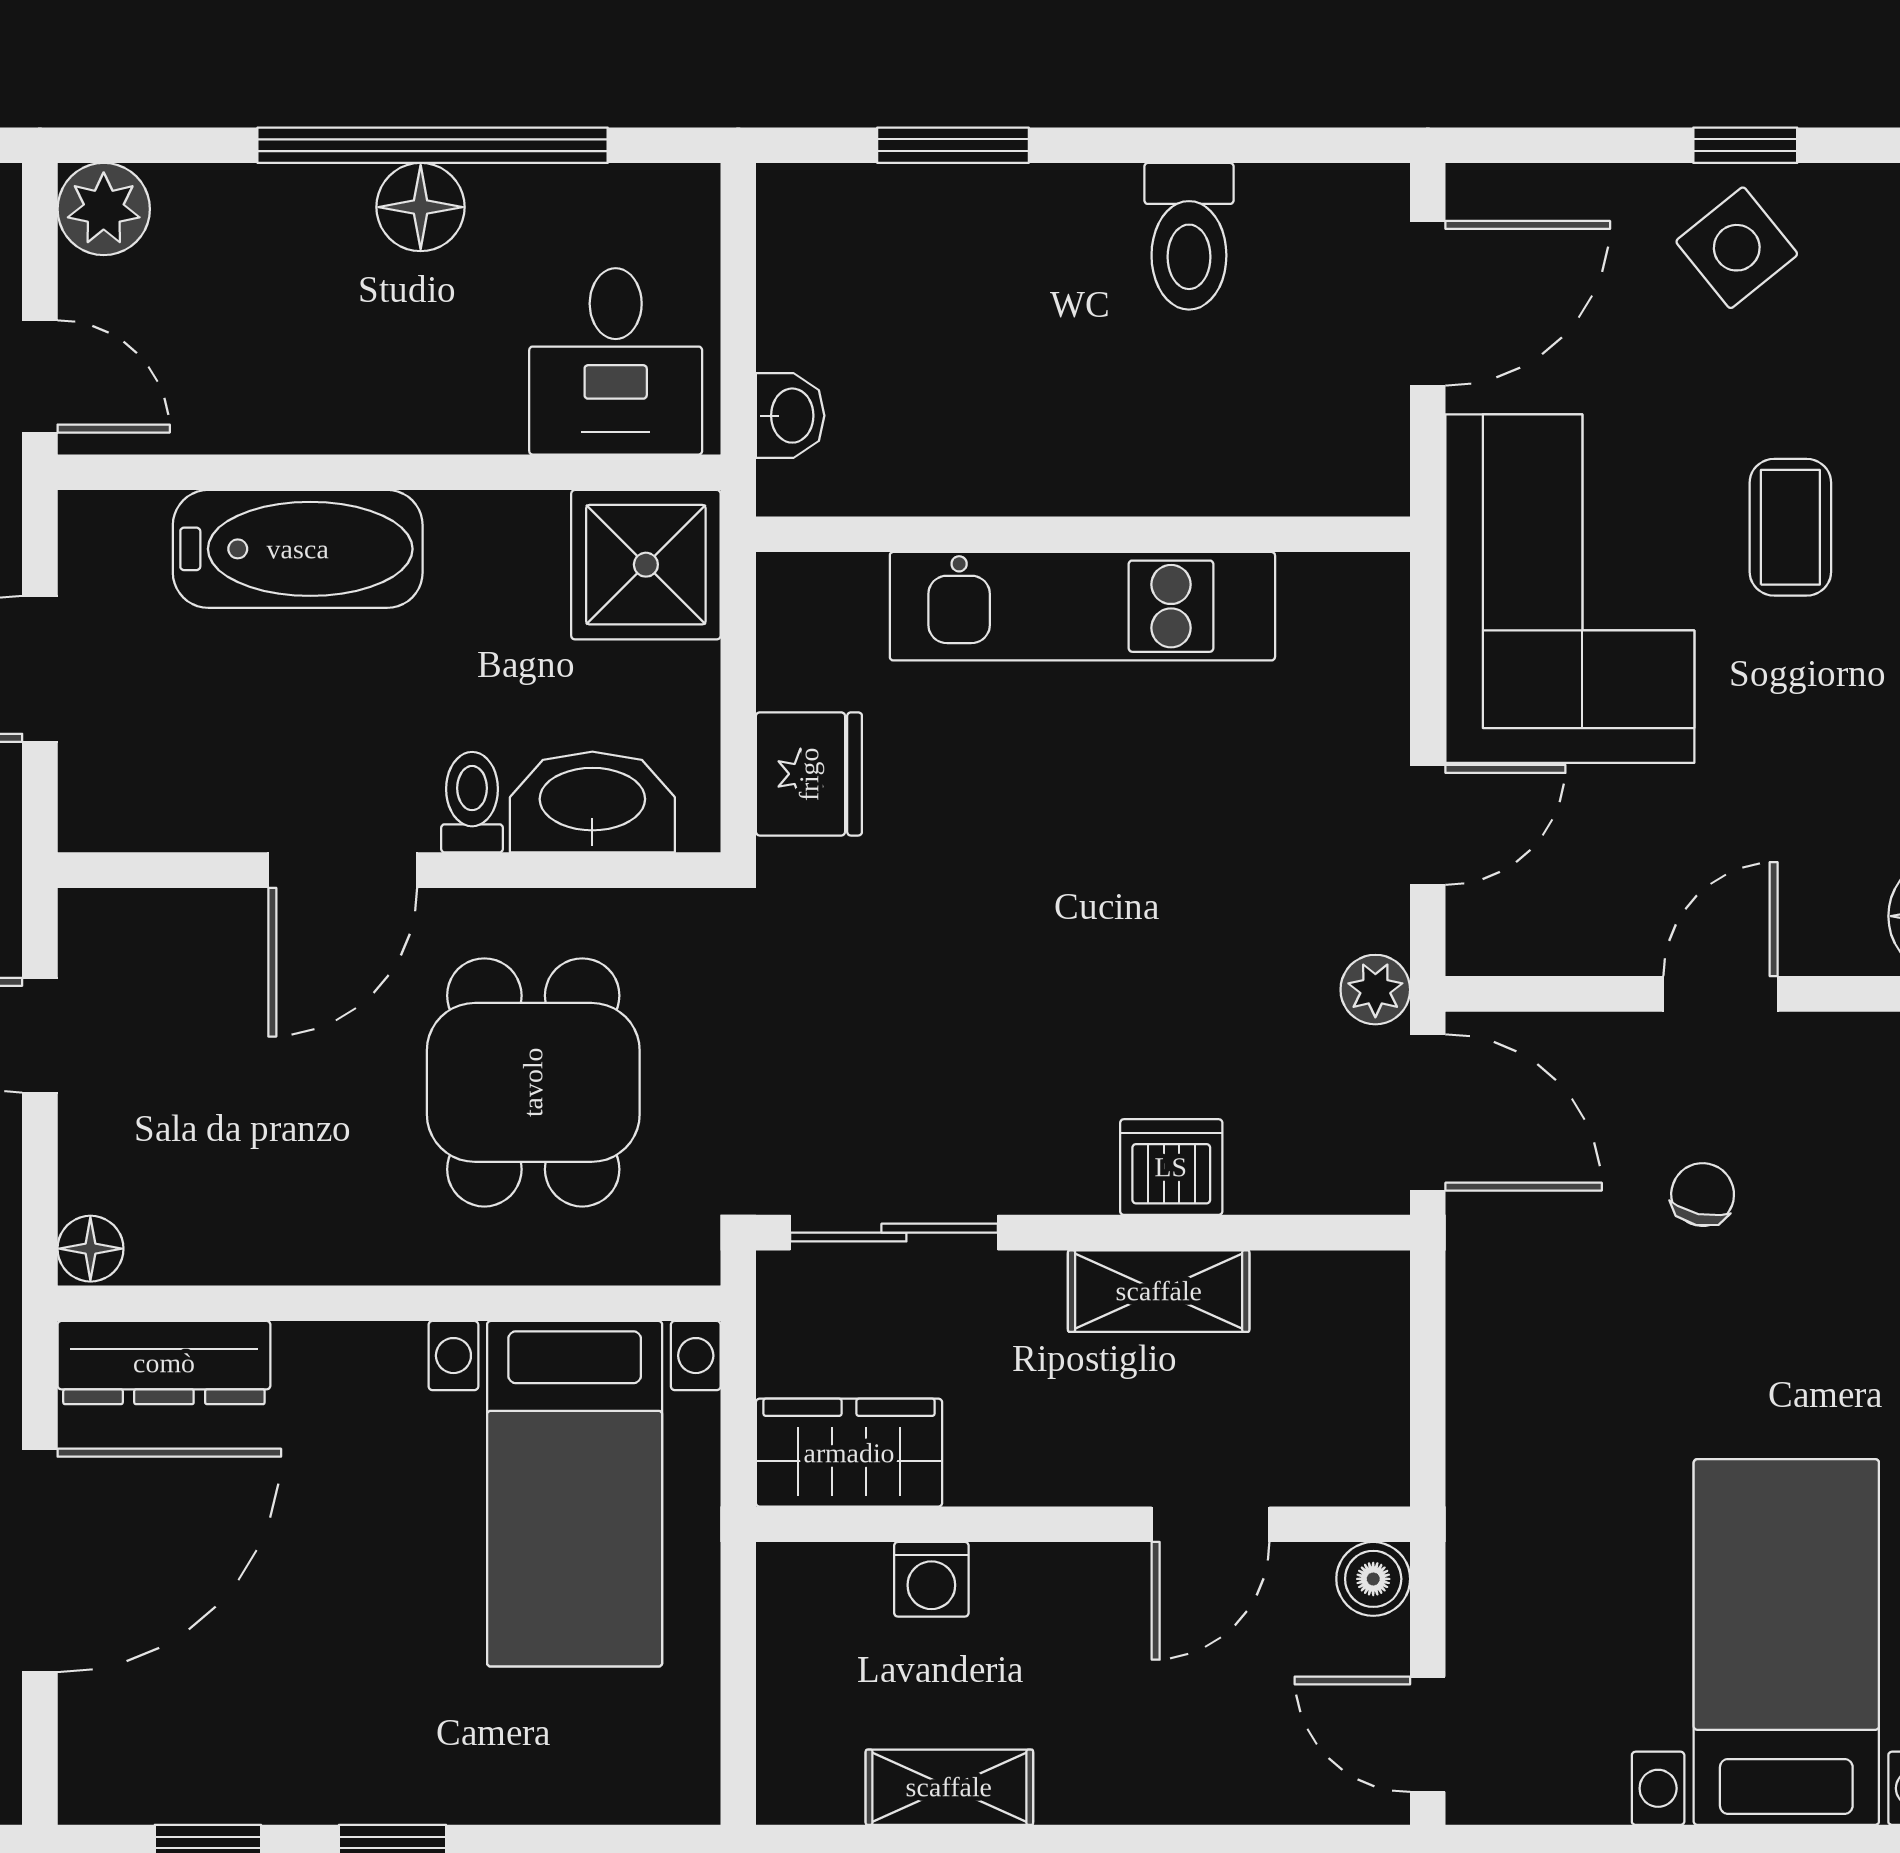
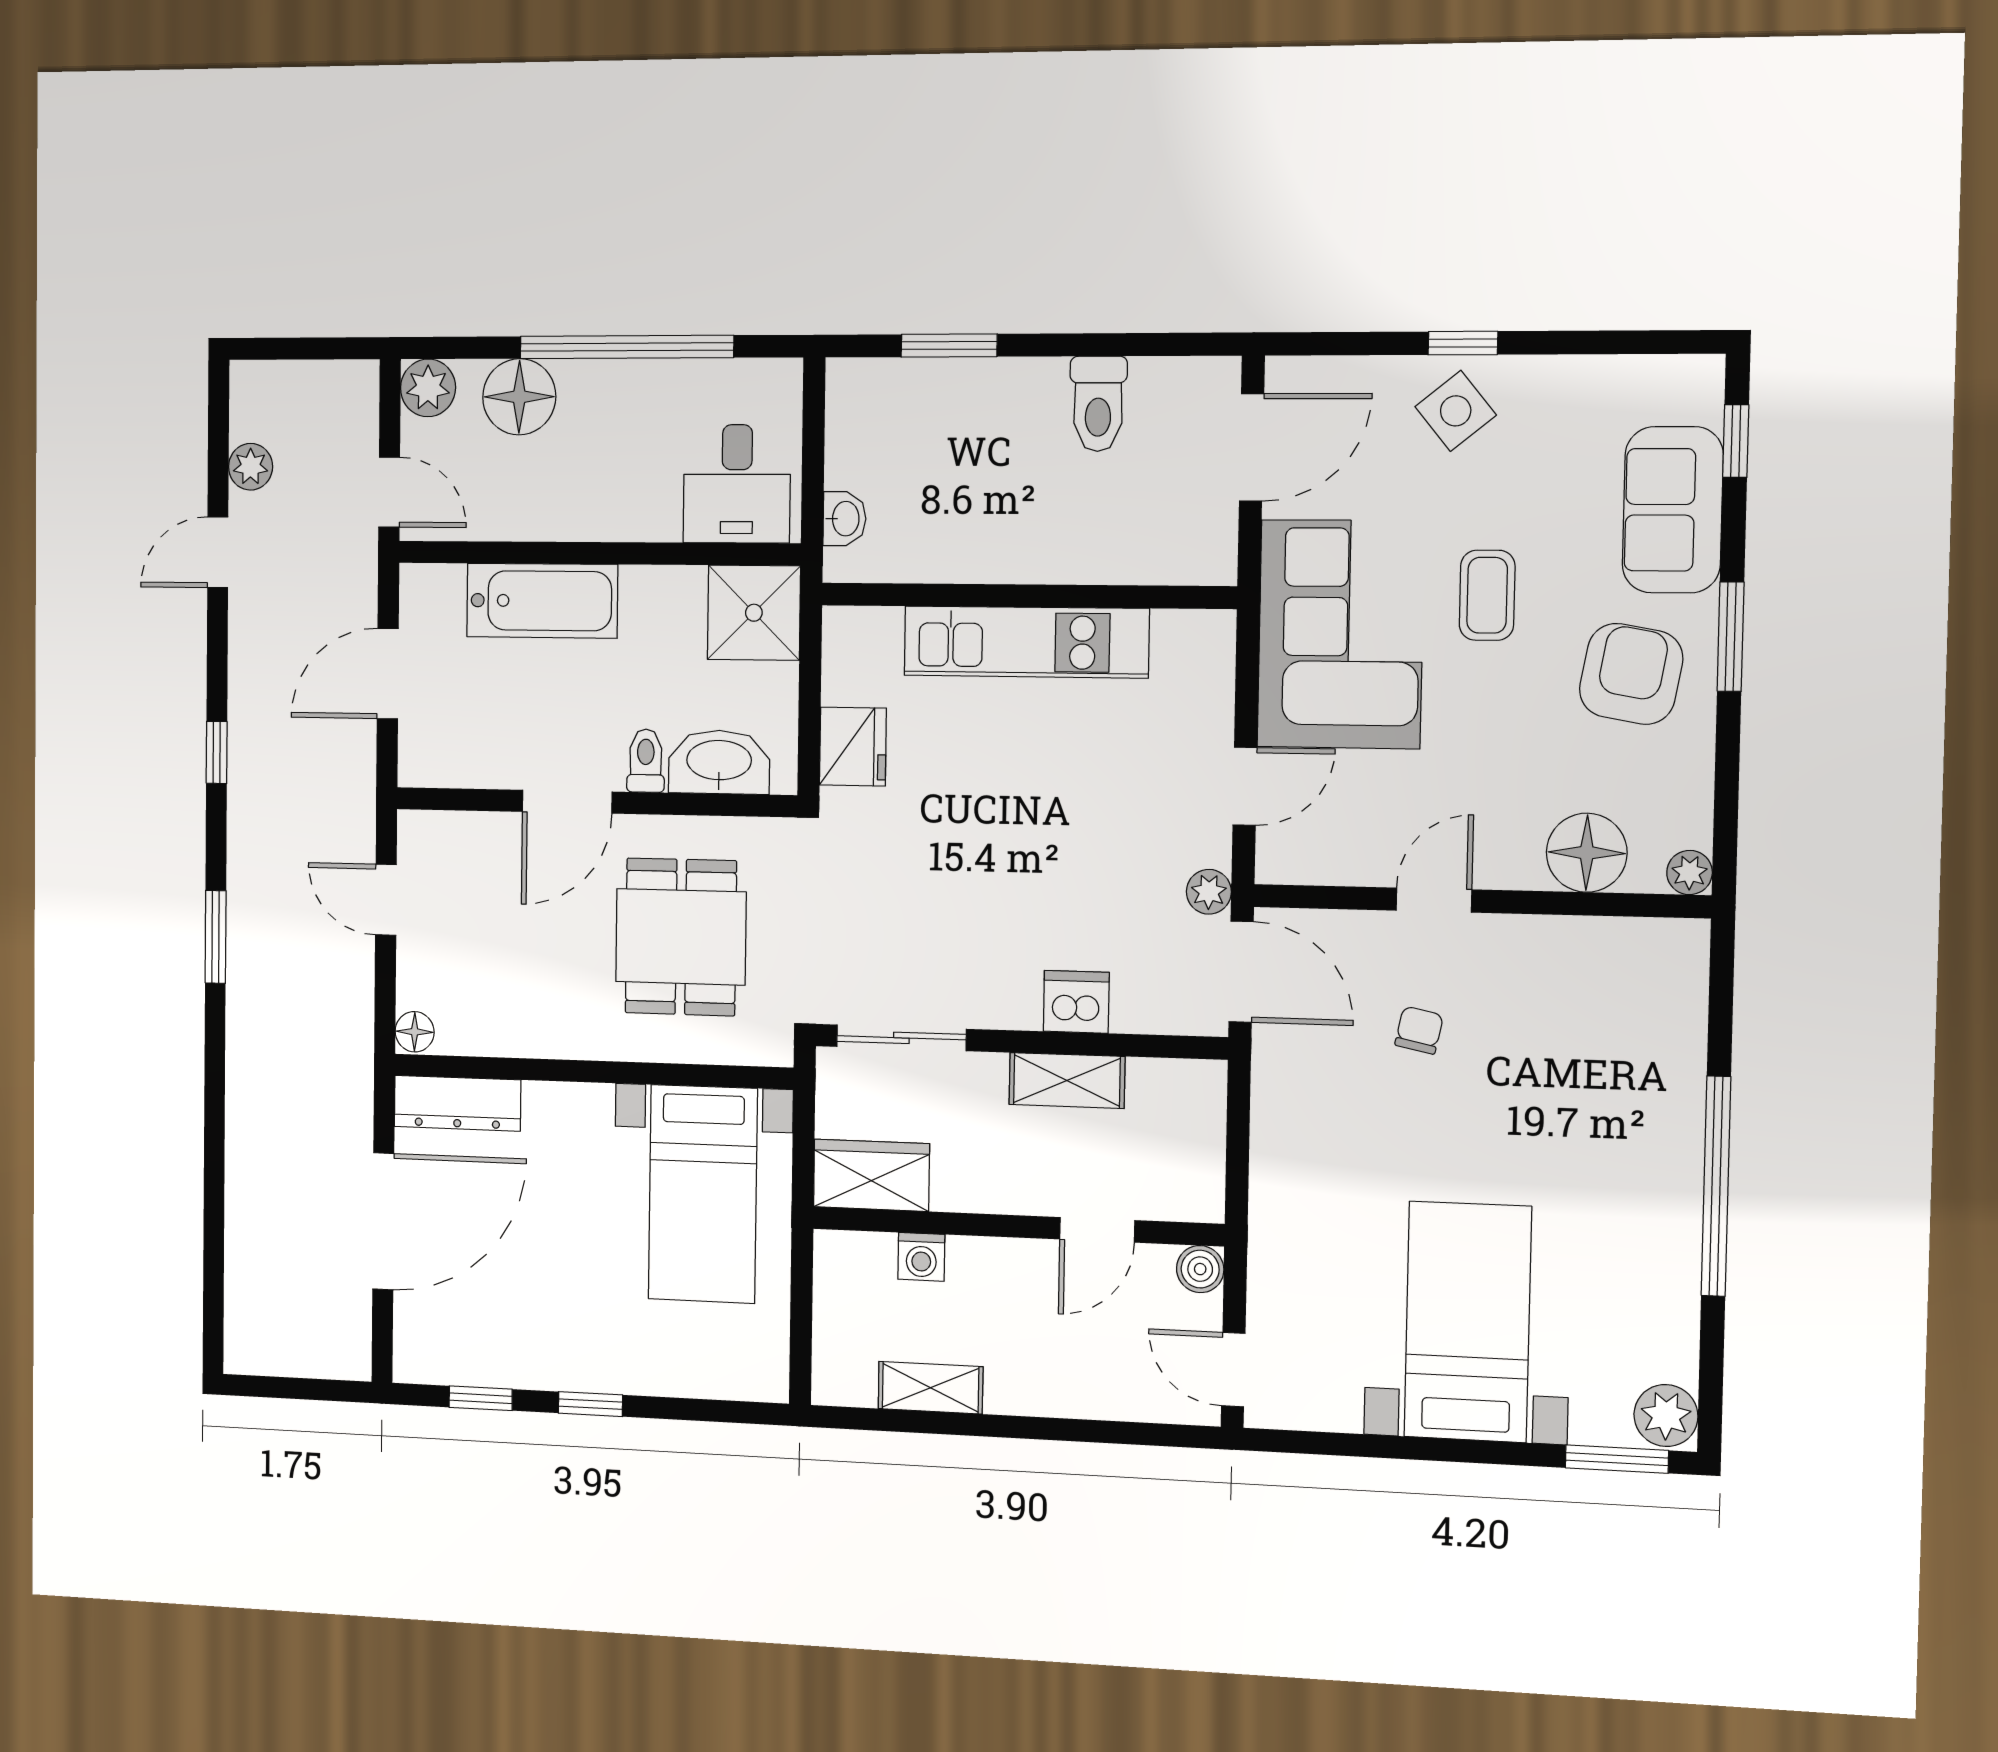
floor lamp: (421, 207) -> (519, 397), moved, width x1.38, depth x1.38

